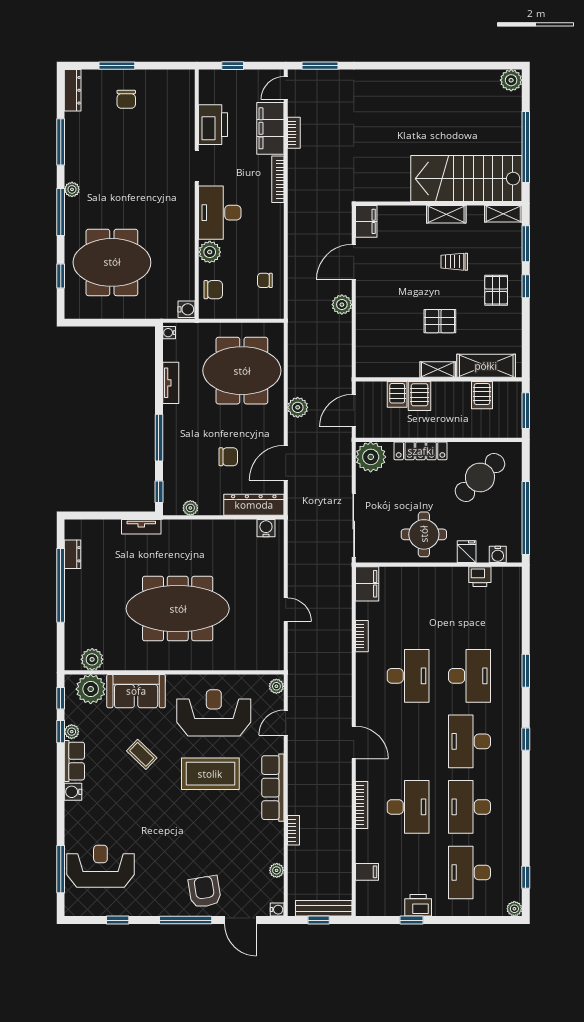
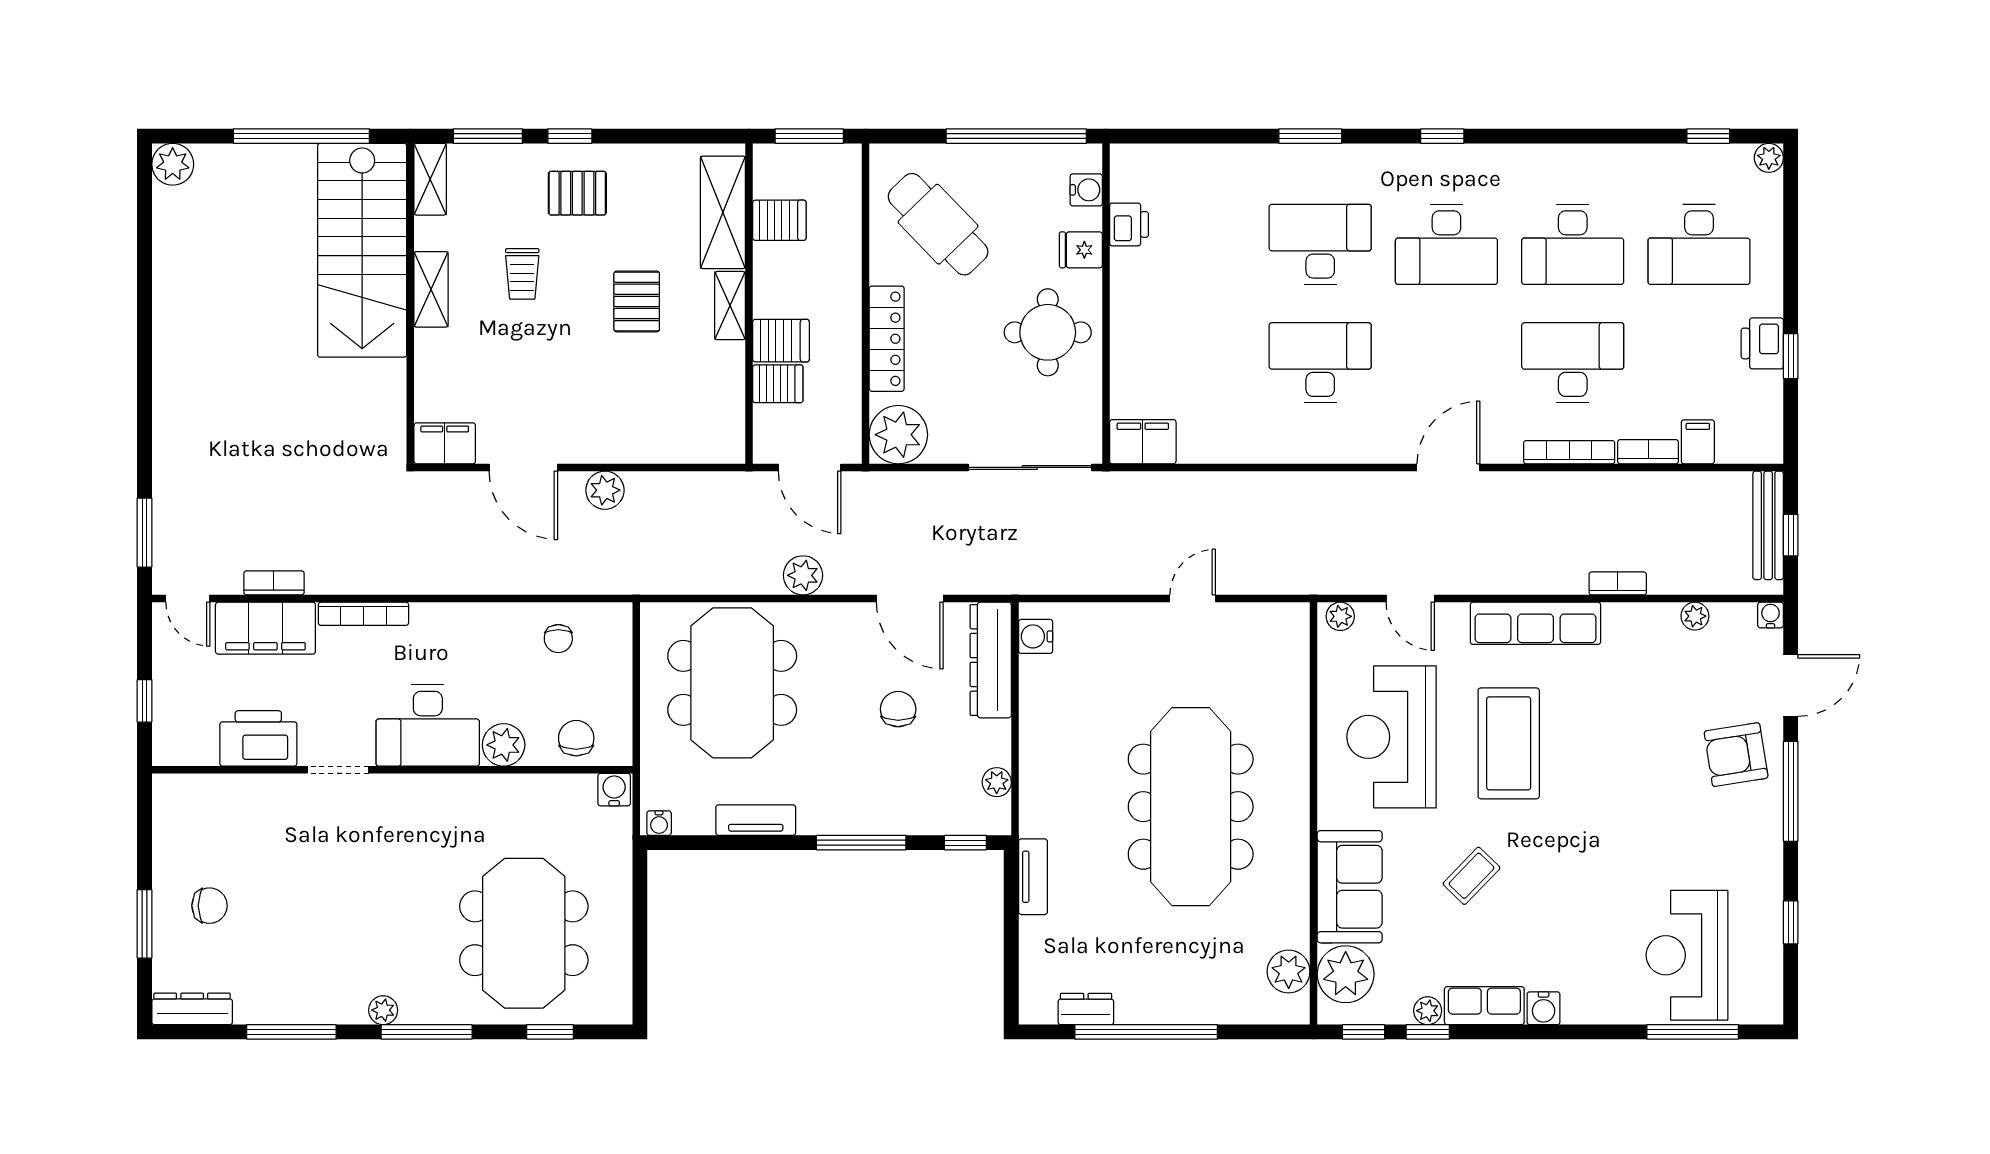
bookcase: (362, 636) -> (1648, 452), moved

